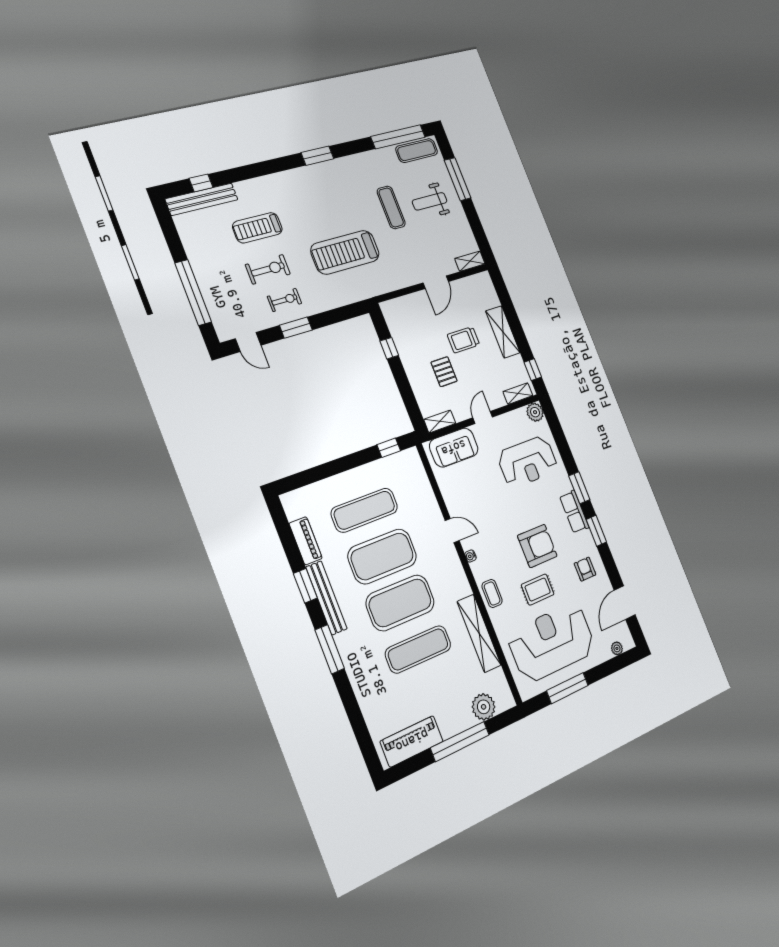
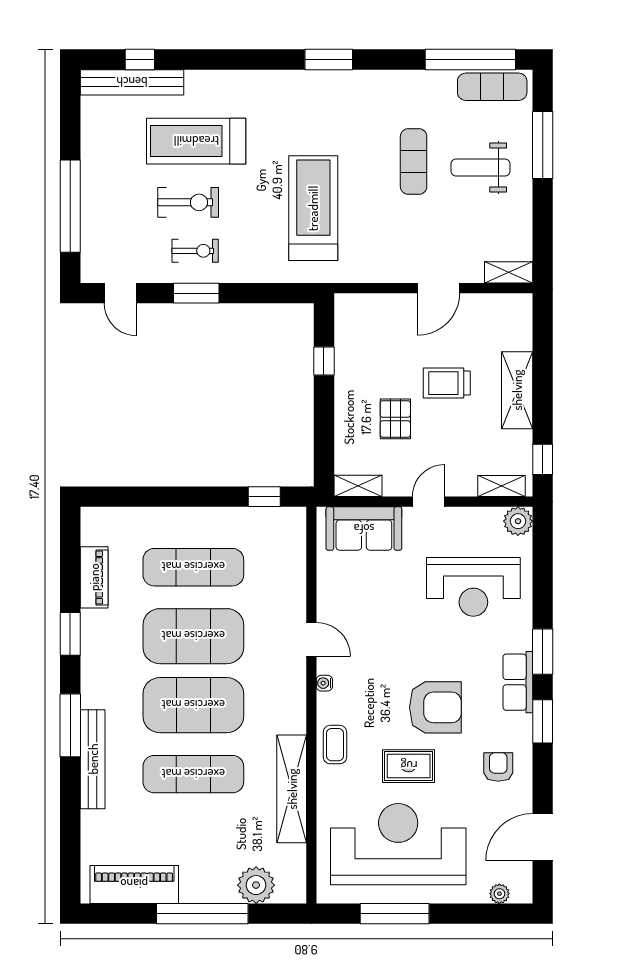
treadmill: (257, 228) -> (196, 141), width x1.37, depth x1.38
treadmill: (345, 252) -> (313, 208), turned 90
bench: (326, 598) -> (93, 759), moved

